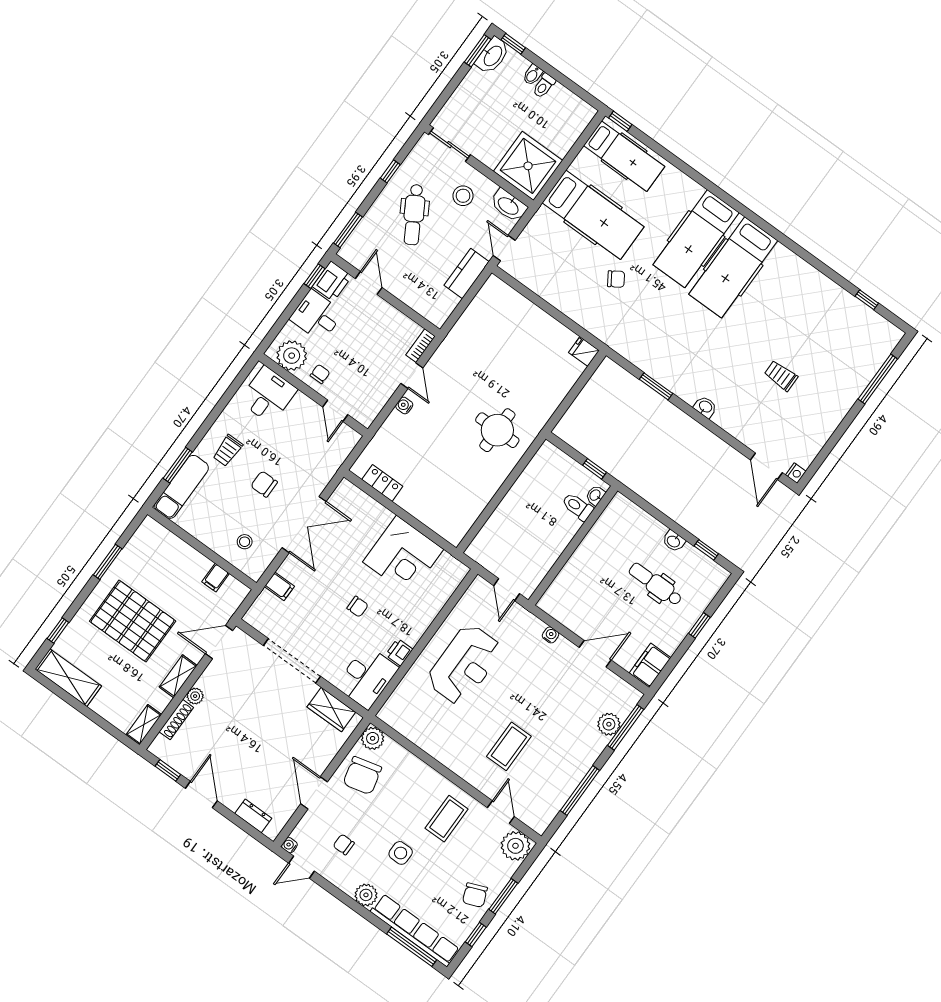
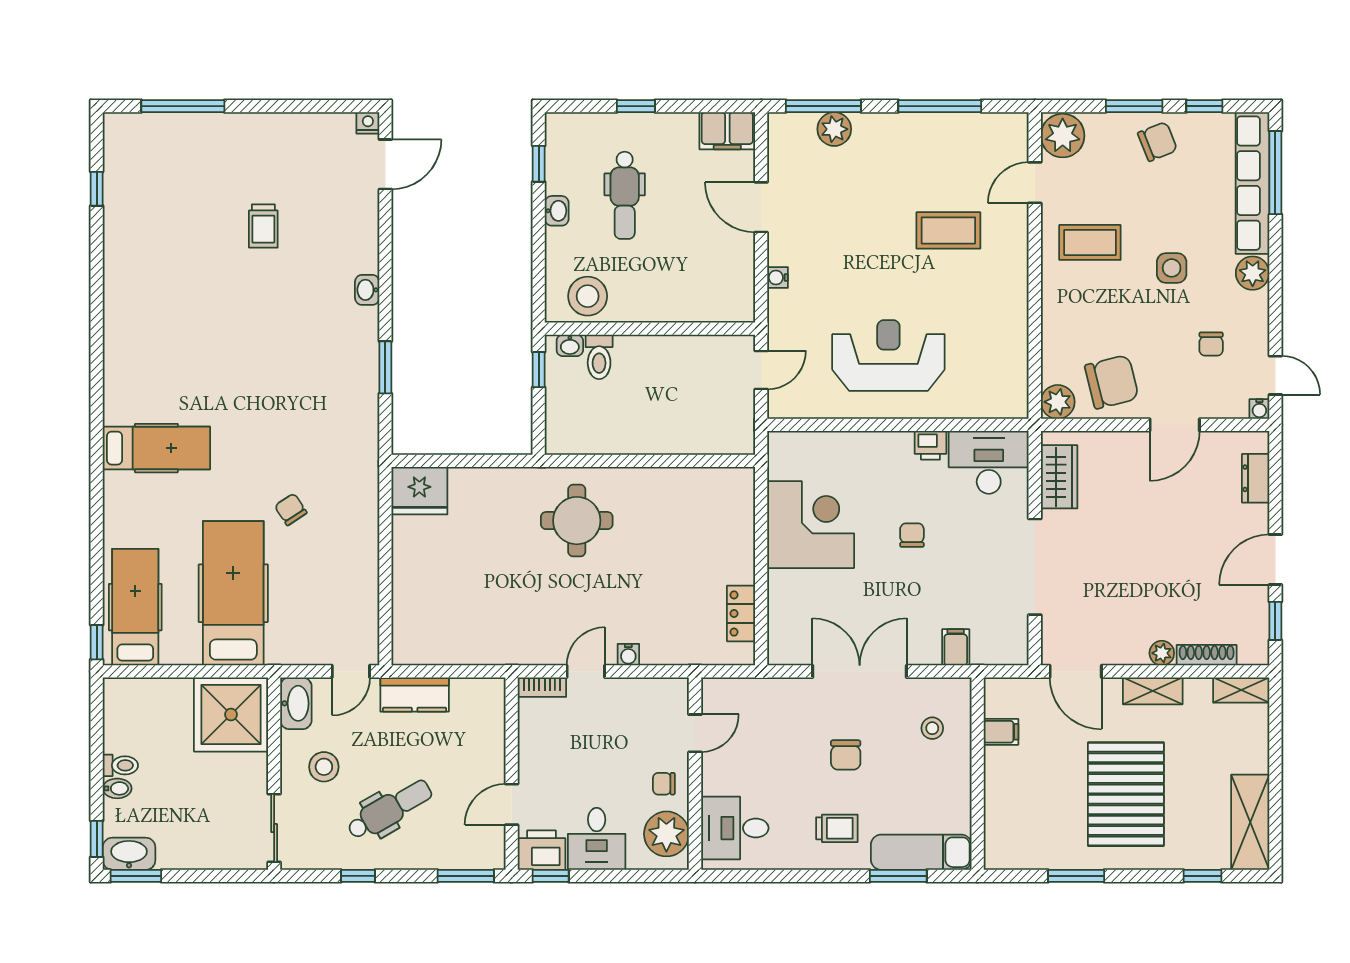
hospital bed: (696, 239) -> (156, 448), width x0.73, depth x0.78
hospital bed: (733, 267) -> (174, 378), removed
fridge: (584, 352) -> (419, 491), width x1.88, depth x1.34
stool: (615, 524) -> (588, 296), added

